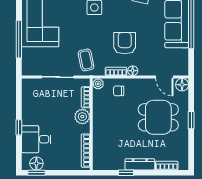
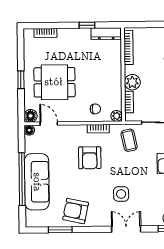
floor lamp: (133, 71) -> (29, 130), moved
dresser: (140, 164) -> (106, 34), moved

